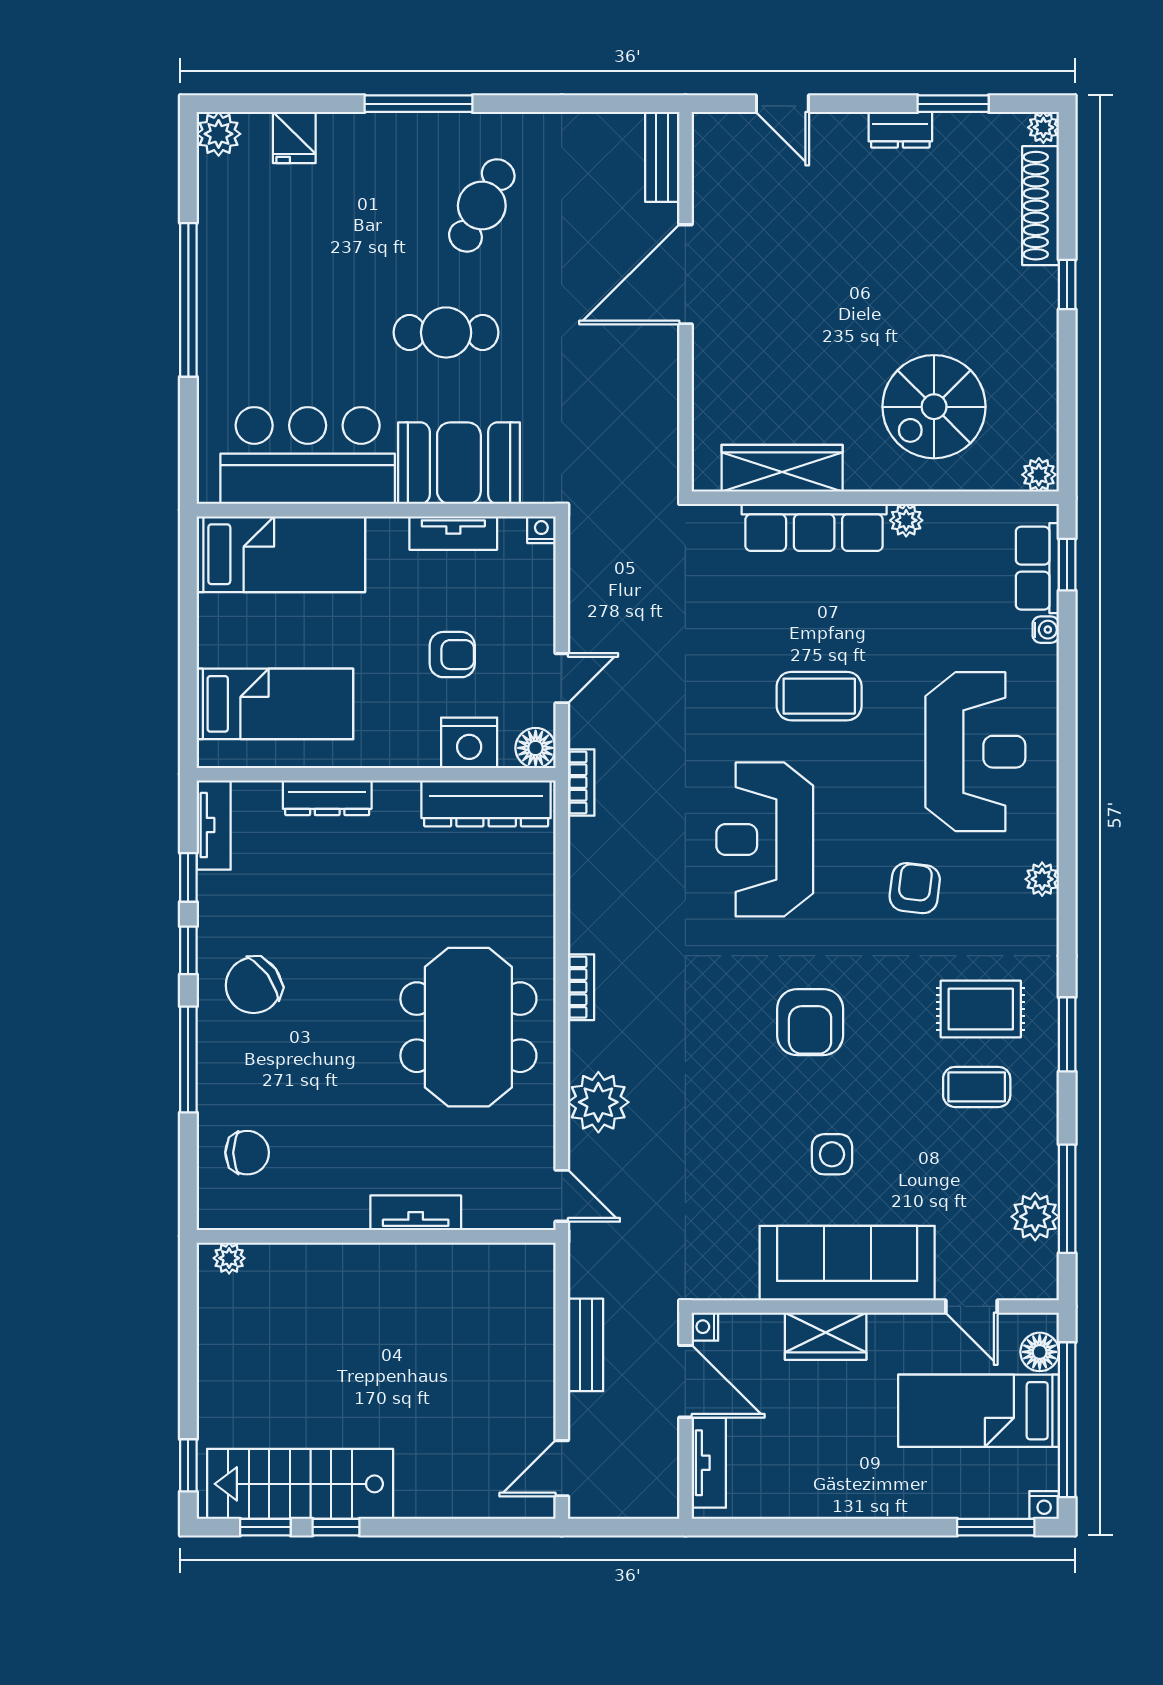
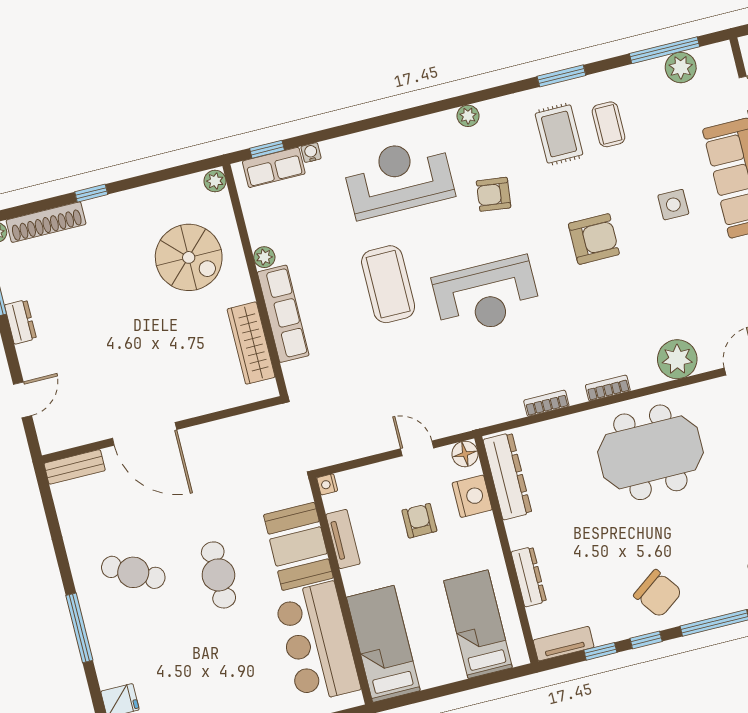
coffee table: (819, 696) -> (388, 284), width x1.36, depth x1.32
bookcase: (581, 782) -> (546, 403), moved

